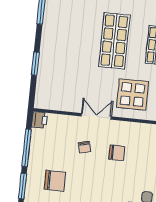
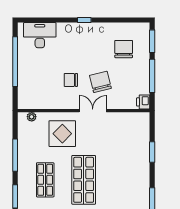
double door: (96, 116) -> (93, 111), swing flipped
chair: (84, 147) -> (100, 82), width x1.87, depth x1.87
chair: (55, 181) -> (124, 49), turned 90

